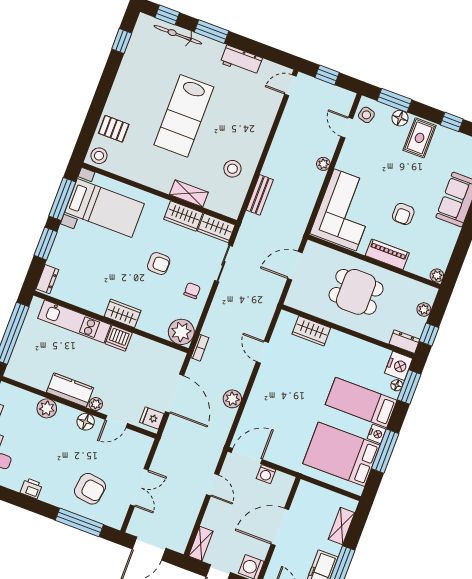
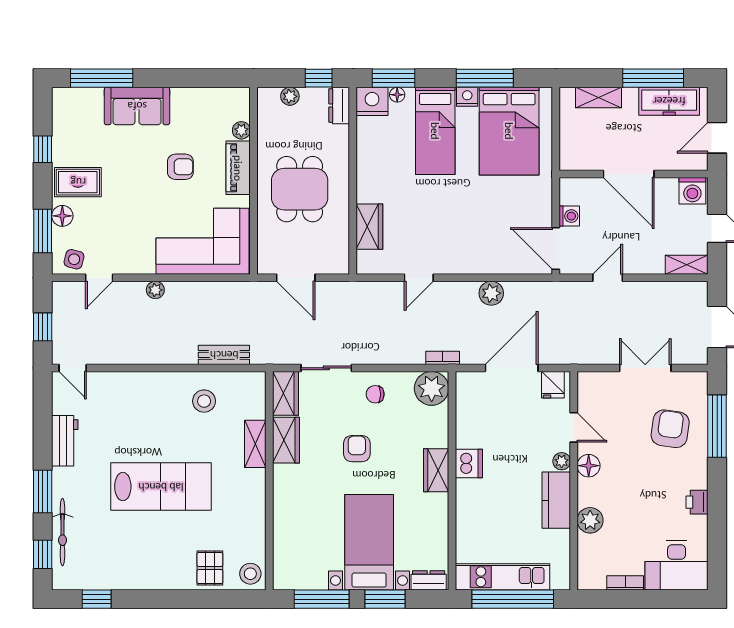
bed with nightstands: (104, 208) -> (369, 542), moved
plant: (437, 275) -> (241, 130), moved
kitchen unit: (74, 321) -> (502, 577), moved, turned -90

